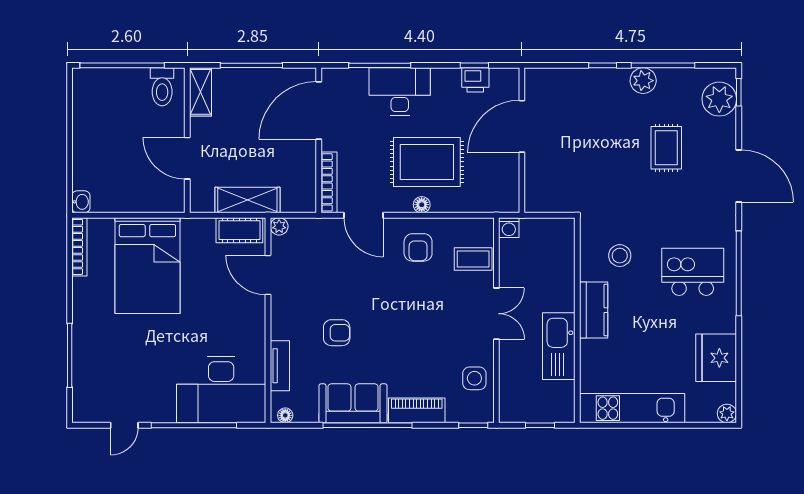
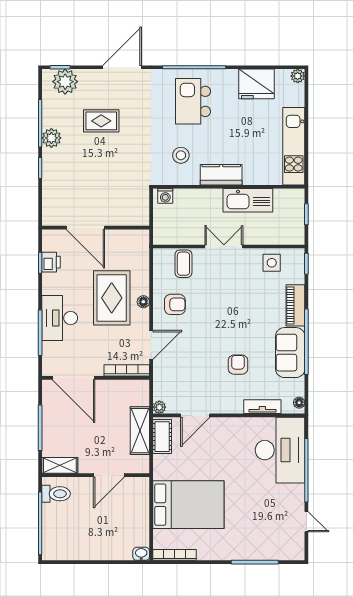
washing machine: (509, 228) -> (165, 196), moved, turned 90

